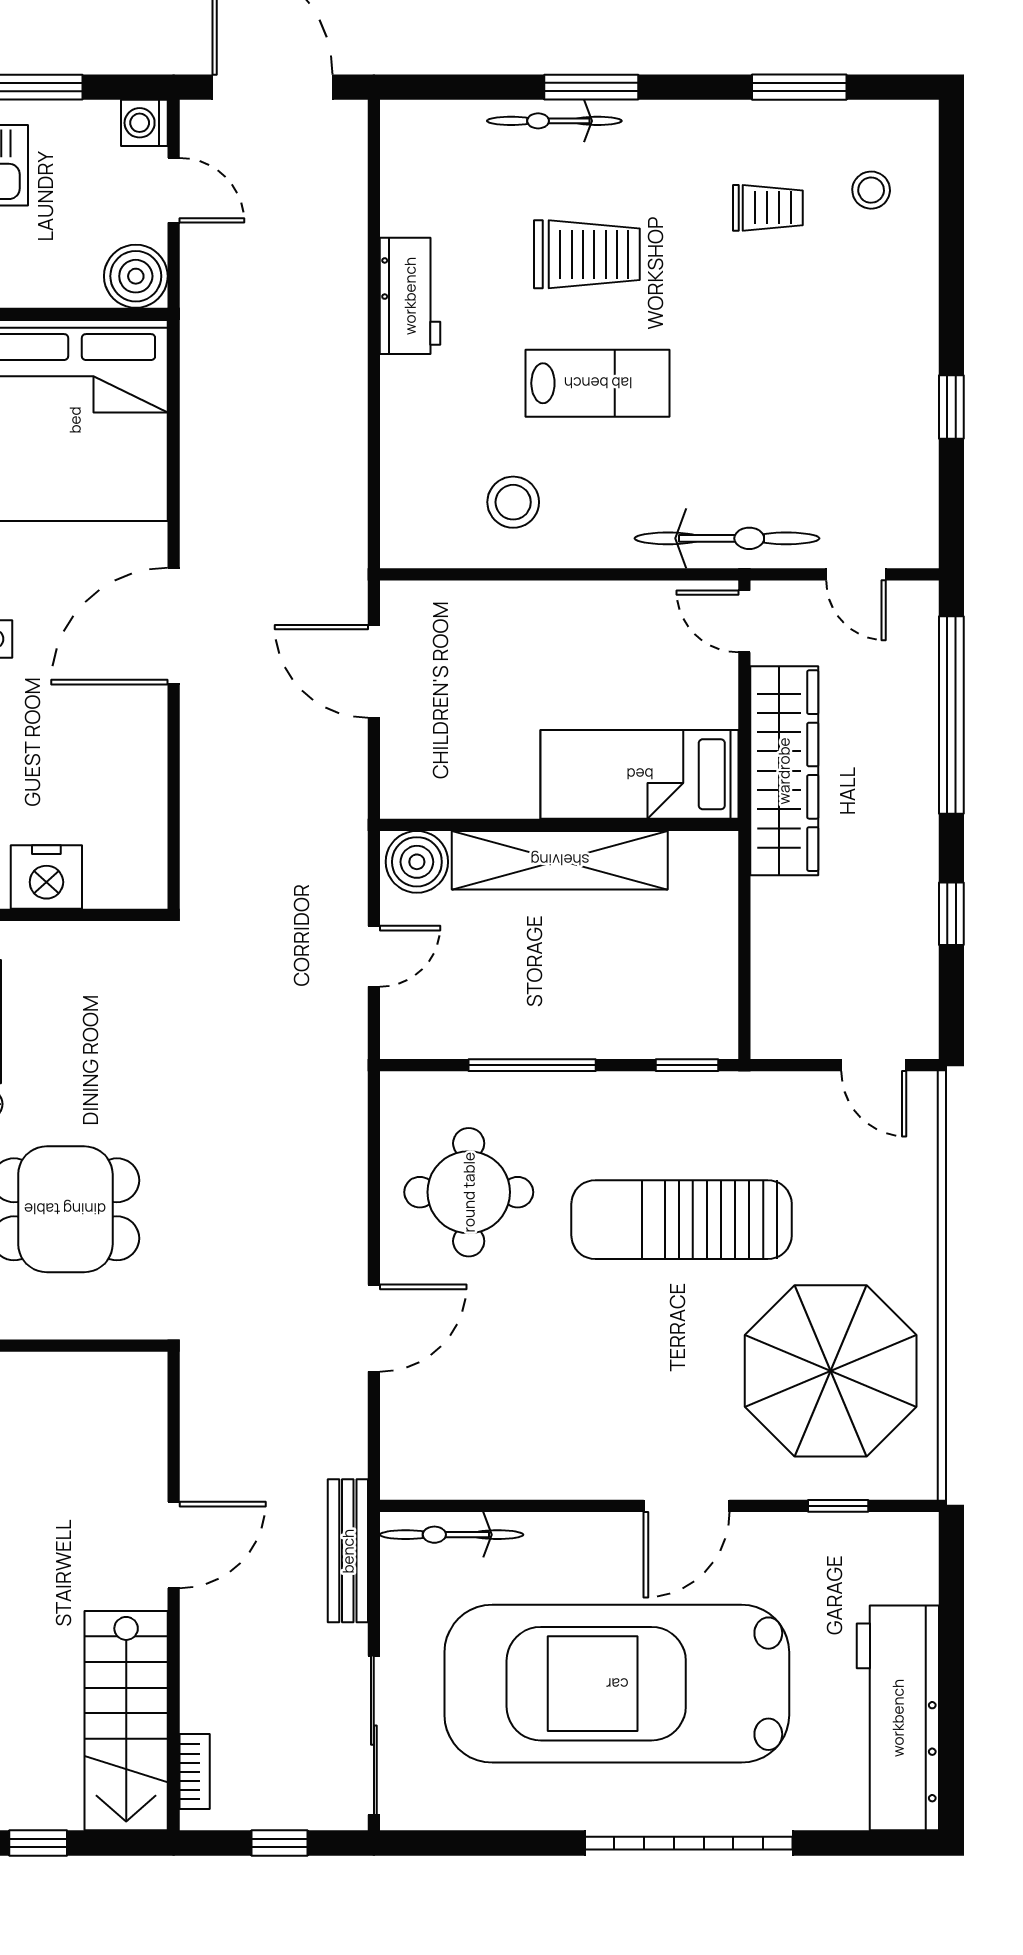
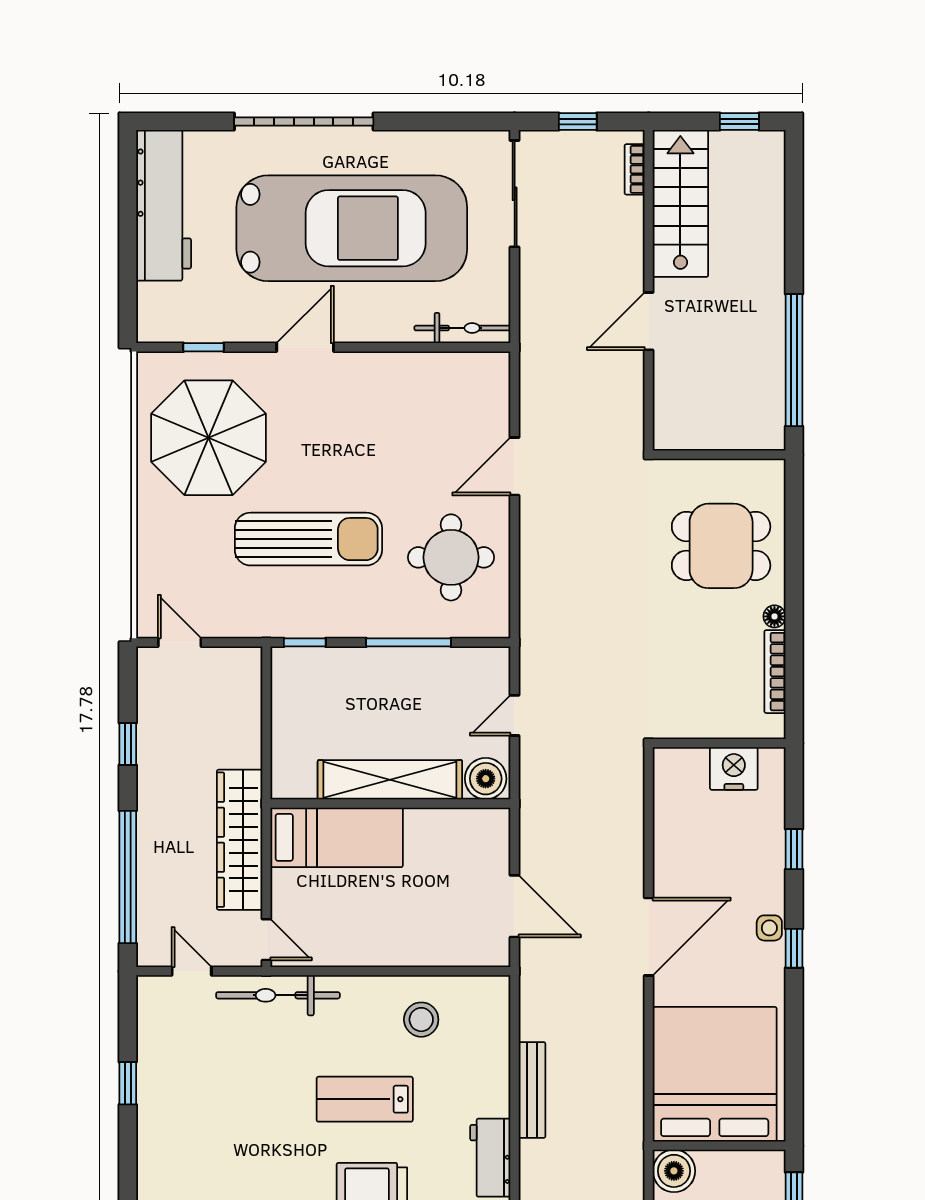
bench: (348, 1551) -> (532, 1090), moved

